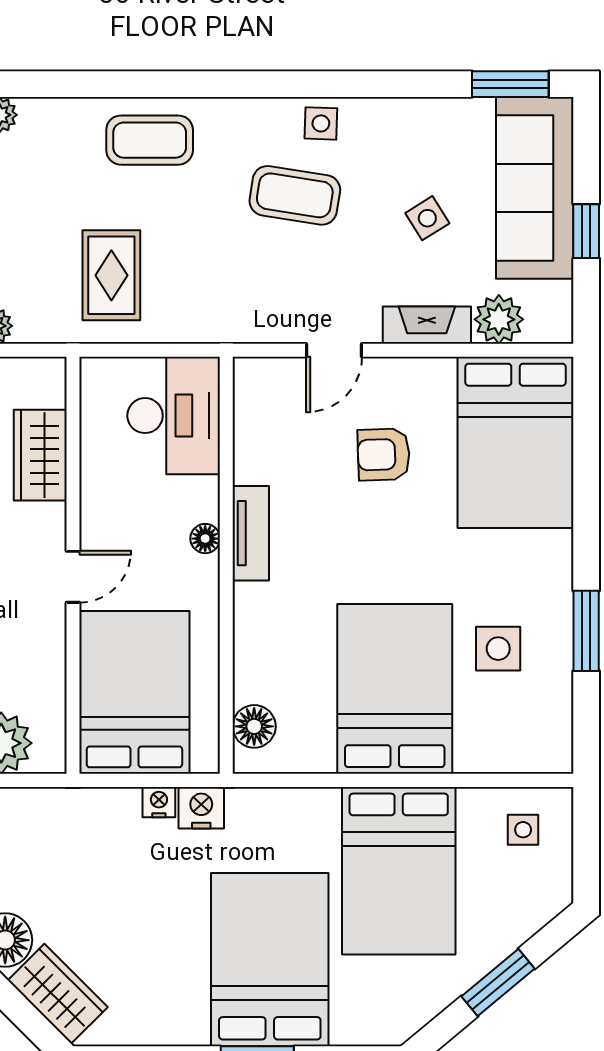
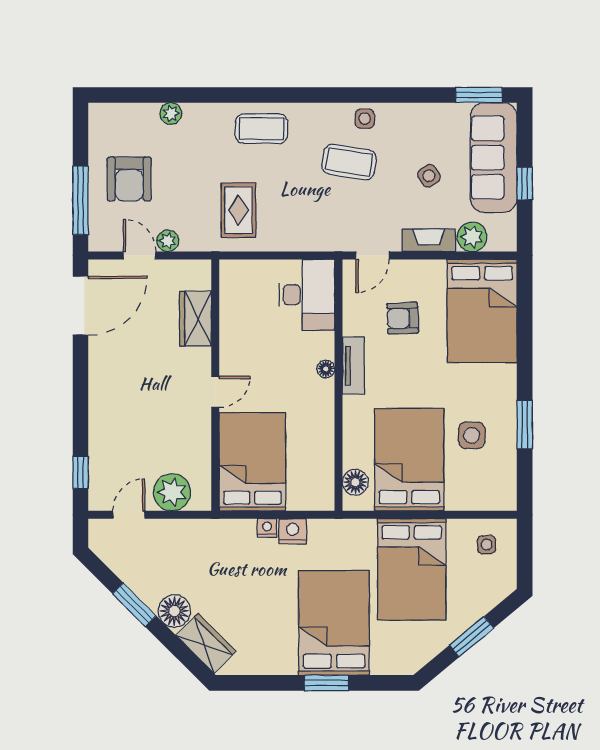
desk: (174, 416) -> (307, 295), moved
tv unit: (251, 533) -> (353, 366), moved
floor lamp: (205, 539) -> (326, 369), moved
wall: (226, 565) -> (339, 385), moved
floor lamp: (254, 726) -> (355, 482), moved

